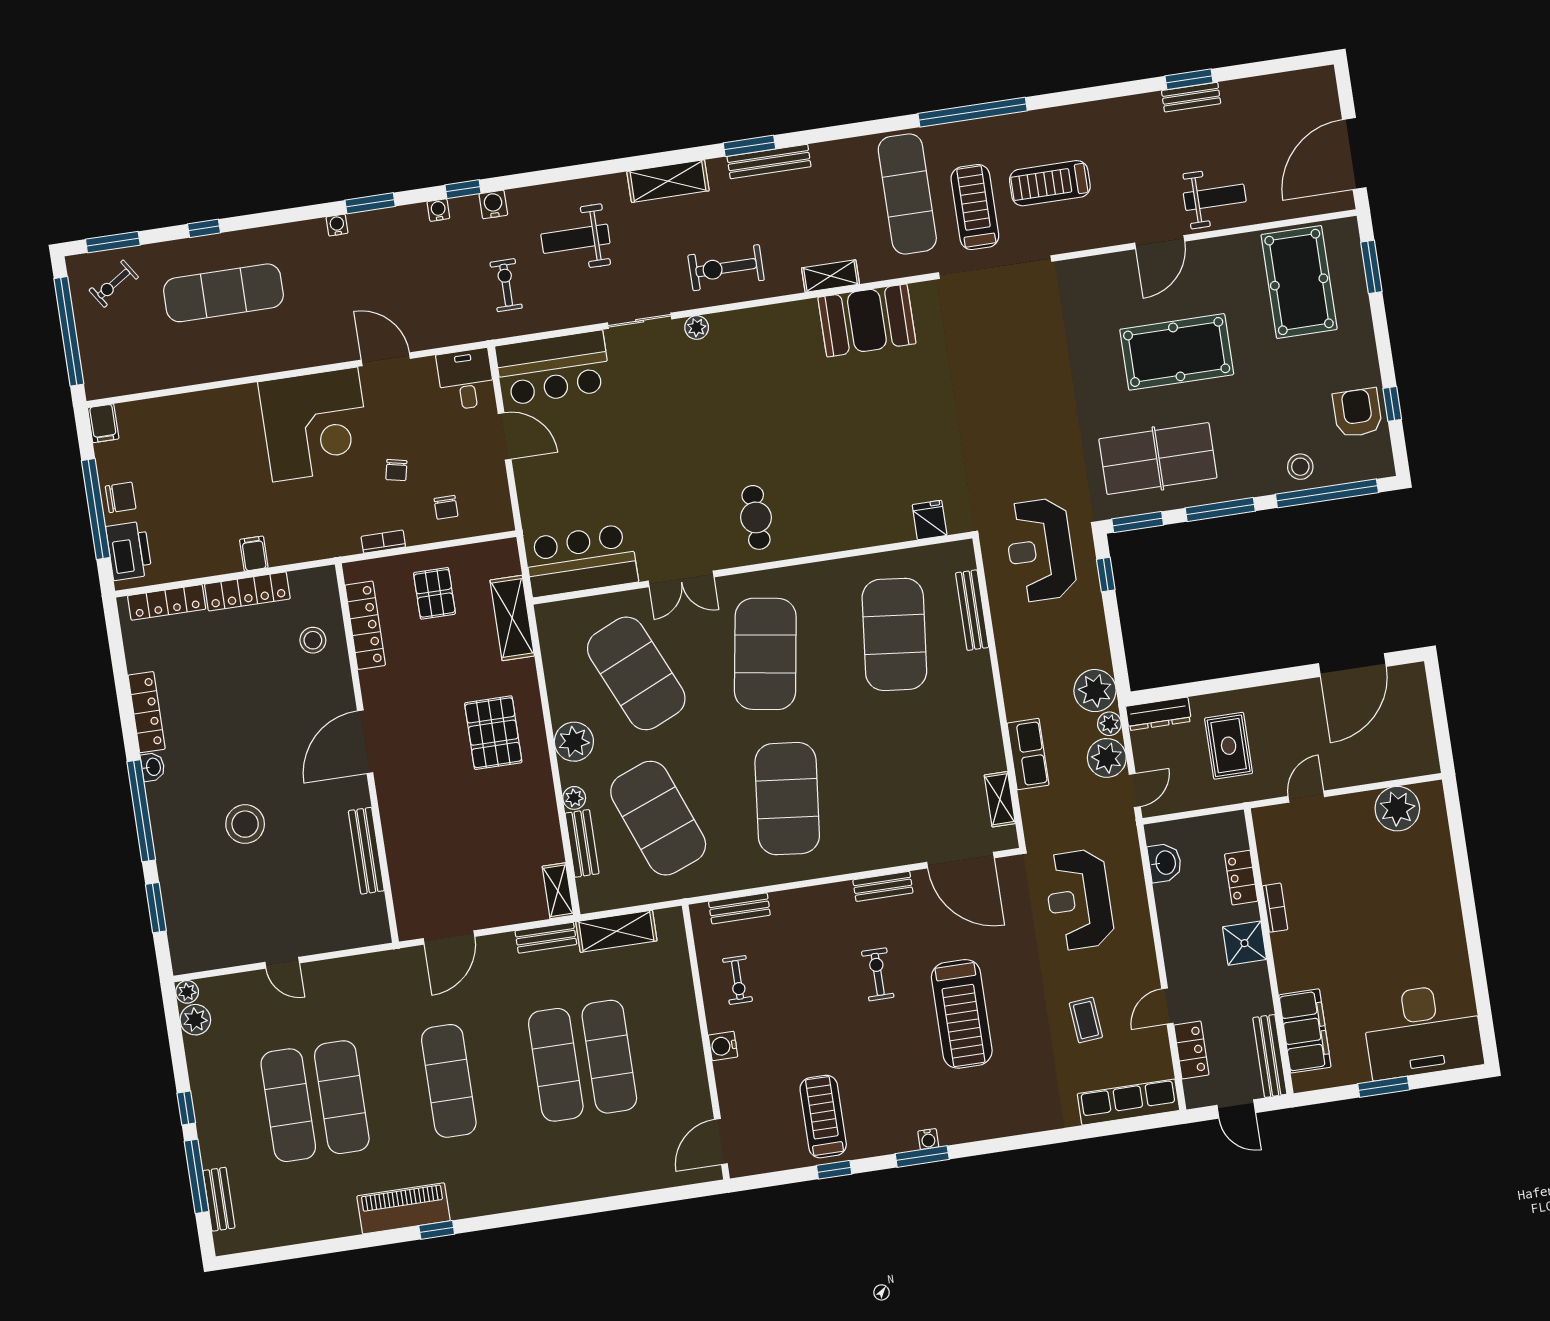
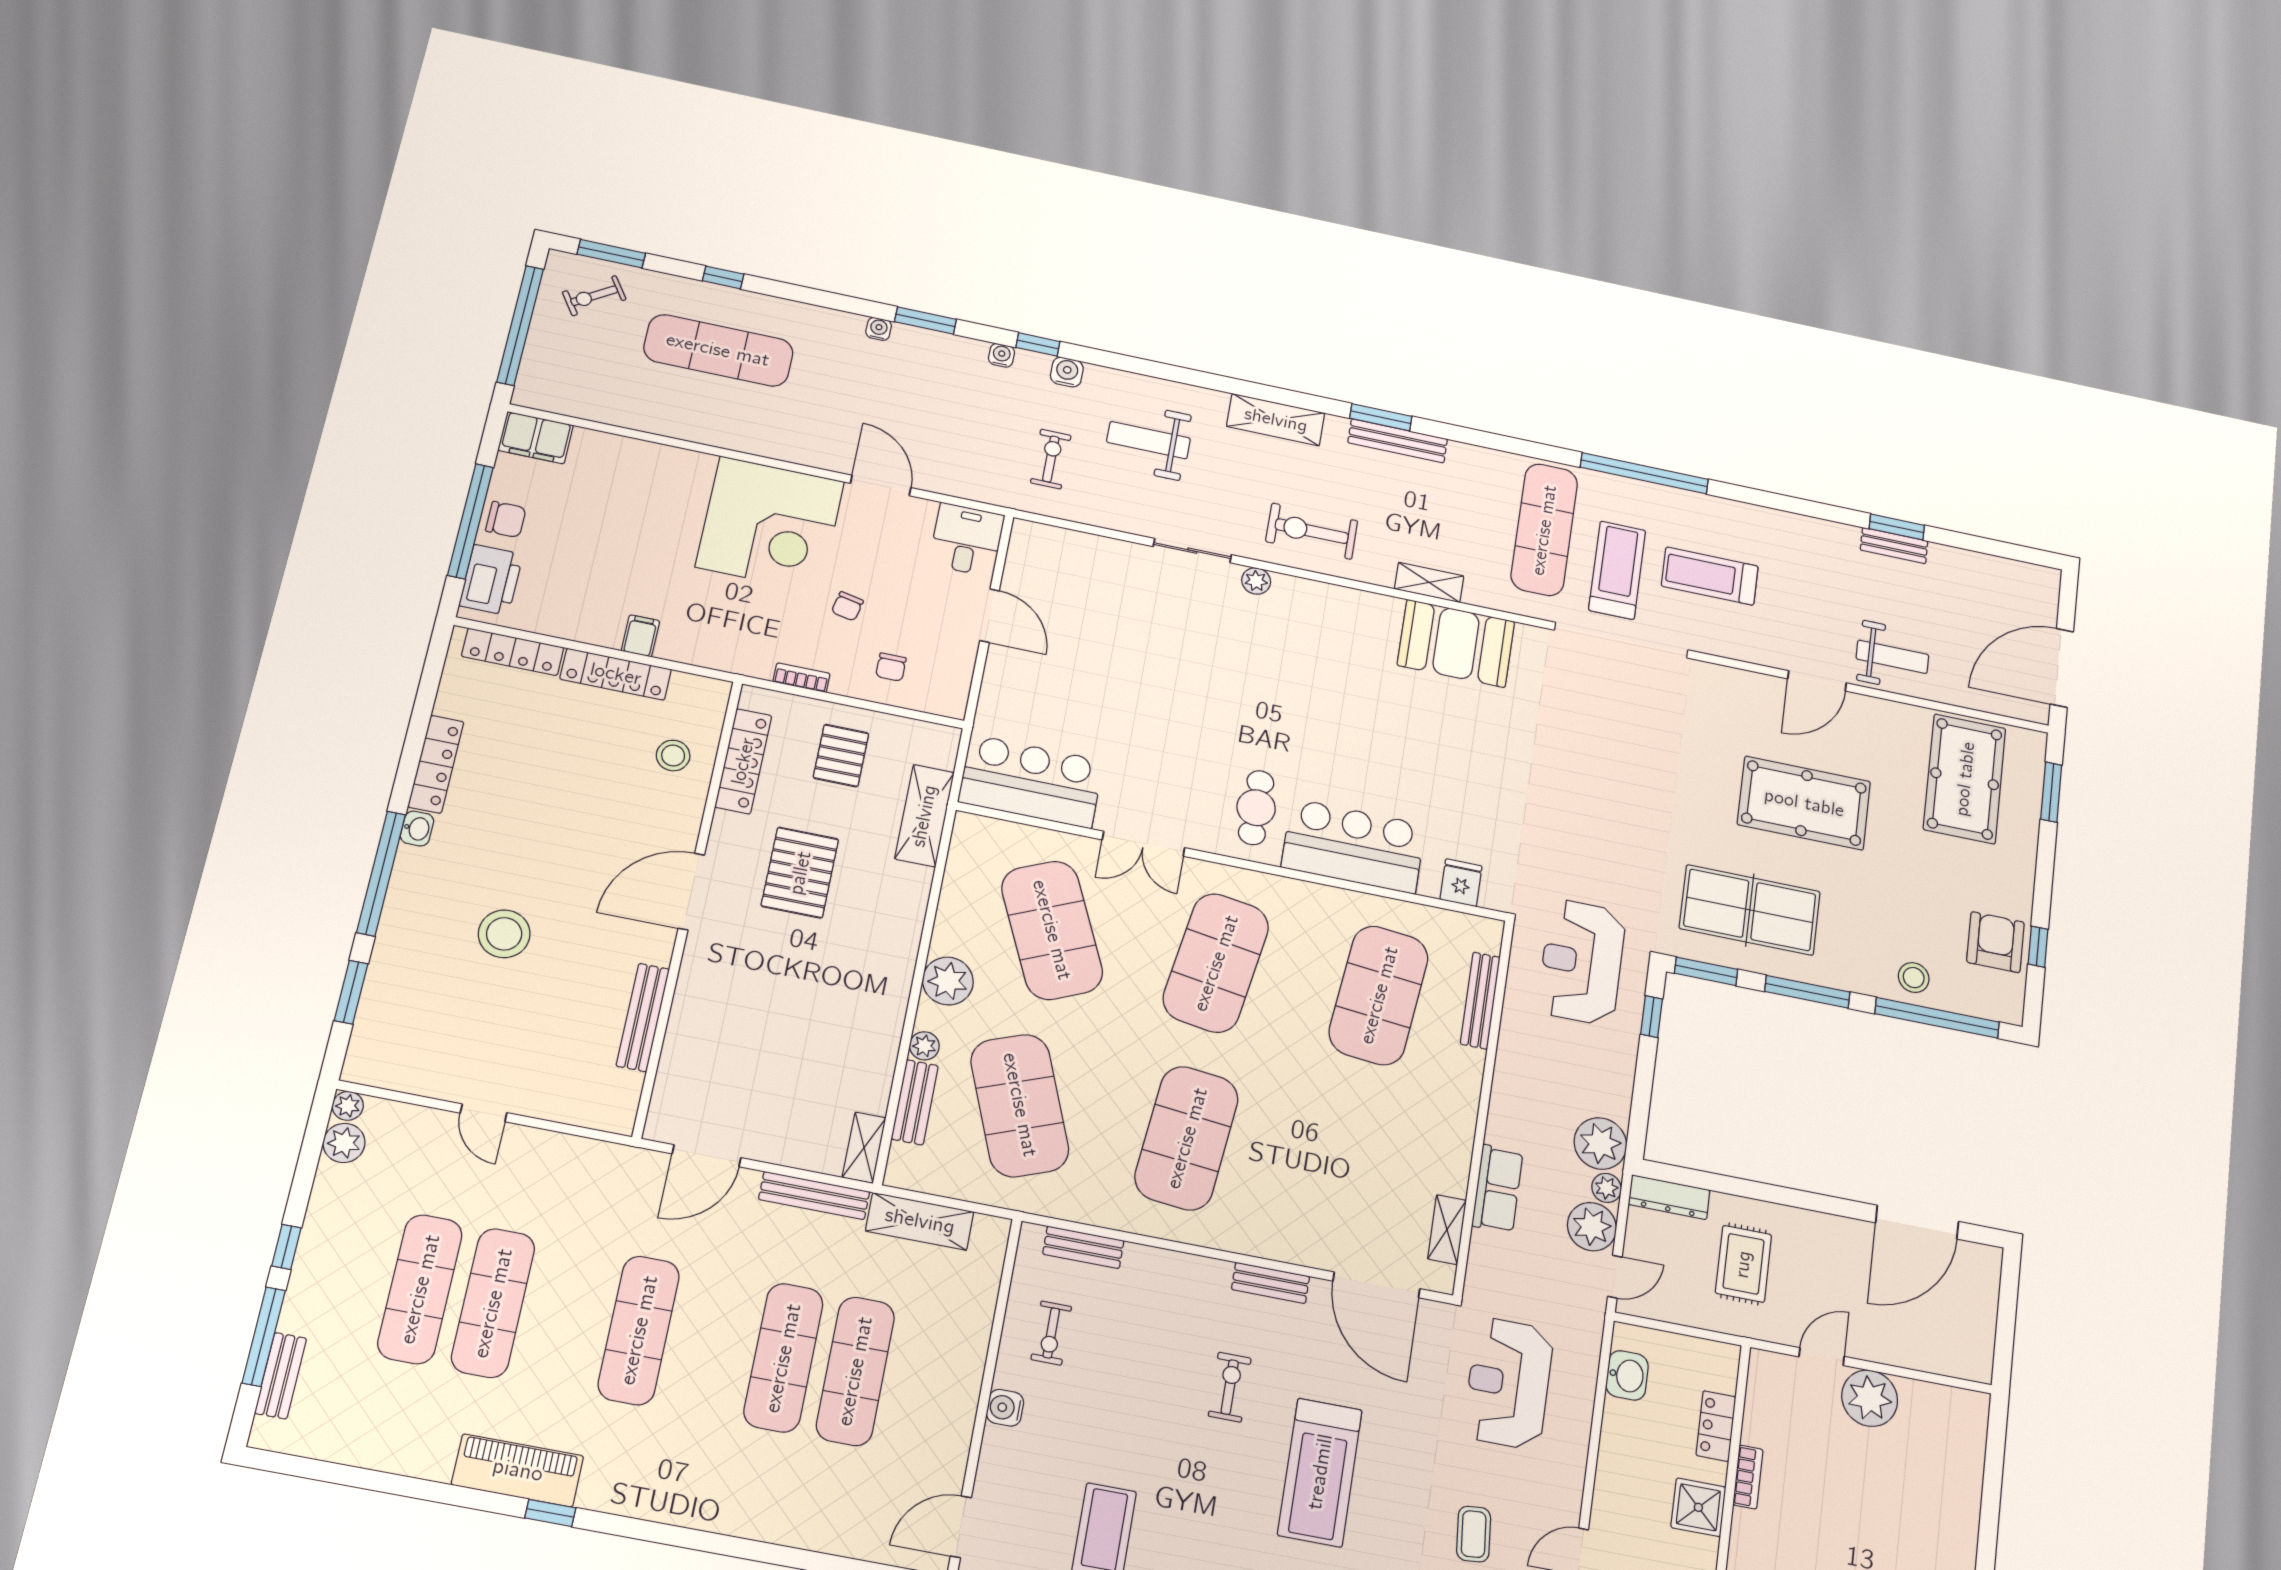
bar counter: (553, 368) -> (1353, 846), moved, turned 180
filing cabinet: (103, 423) -> (536, 438), width x2.00
pallet: (493, 733) -> (800, 873), moved
plant: (1397, 809) -> (1870, 1398), moved
bench: (546, 938) -> (814, 1196), width x1.36

